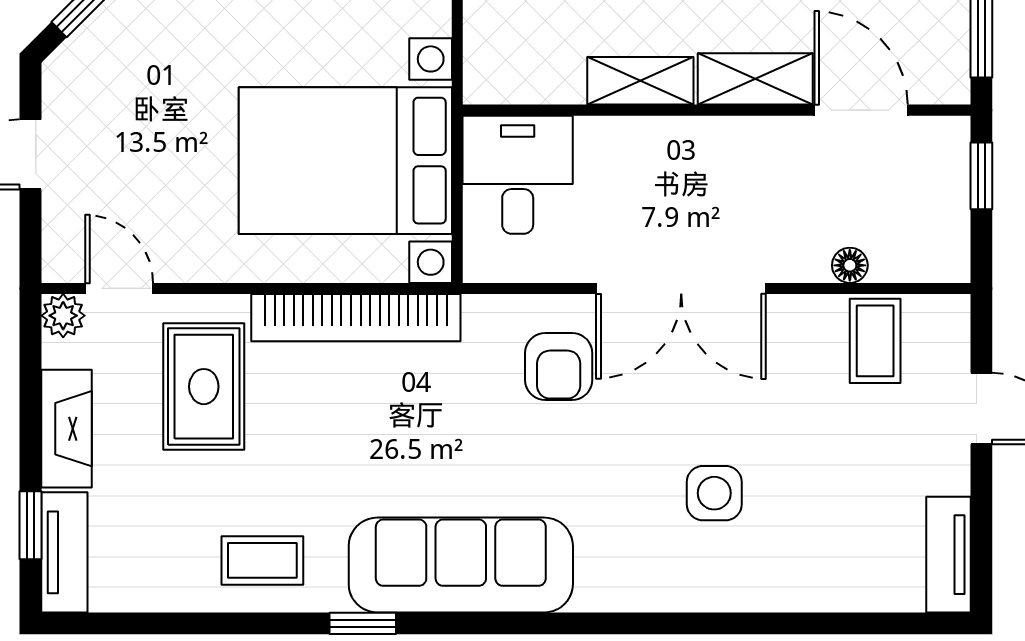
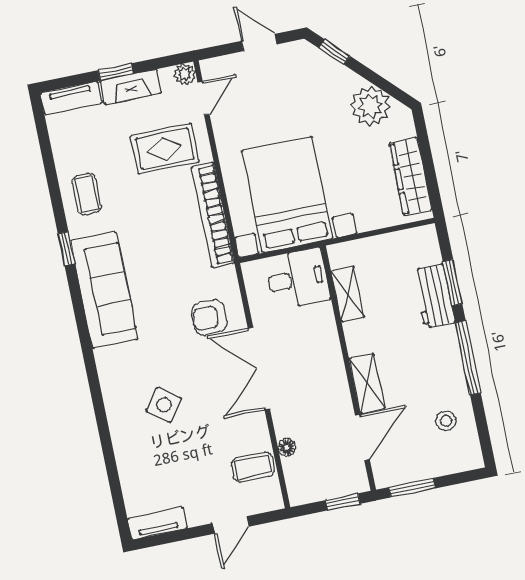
shelving: (640, 81) -> (348, 294), moved
side table: (714, 493) -> (164, 405), turned 38
window: (31, 525) -> (116, 72), moved

